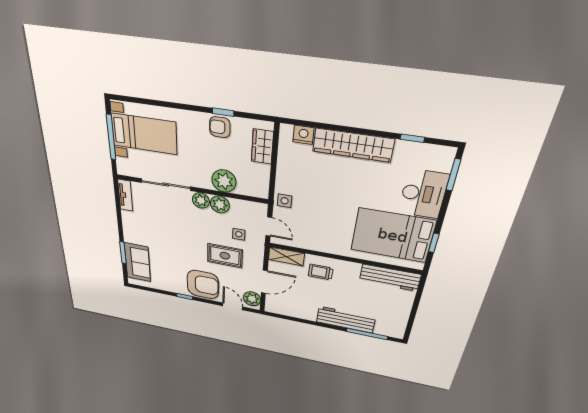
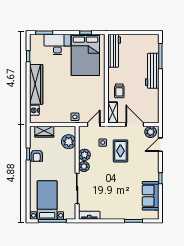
plant: (224, 181) -> (69, 142), moved
sofa: (137, 262) -> (151, 196), moved, turned -90
armchair: (203, 285) -> (147, 165), removed

